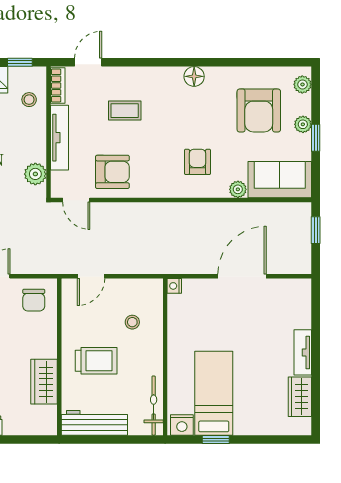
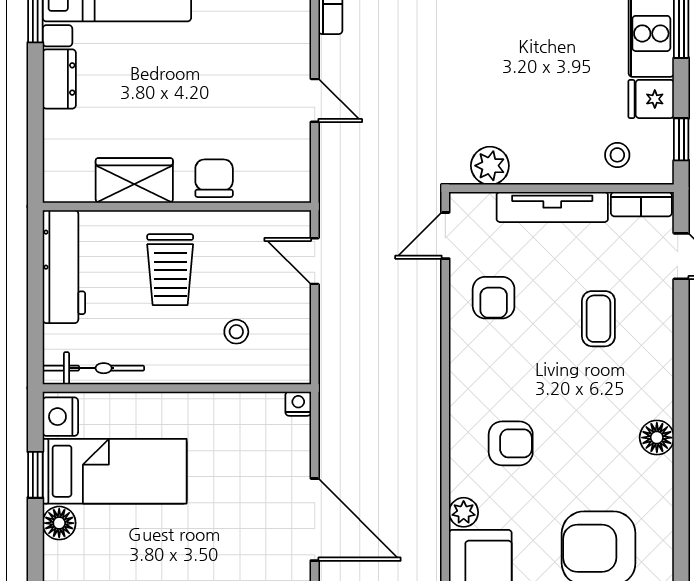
armchair: (112, 172) -> (494, 298), width x0.72, depth x0.72
chair: (34, 300) -> (214, 178), moved, turned 90
floor lamp: (244, 426) -> (59, 523), added

